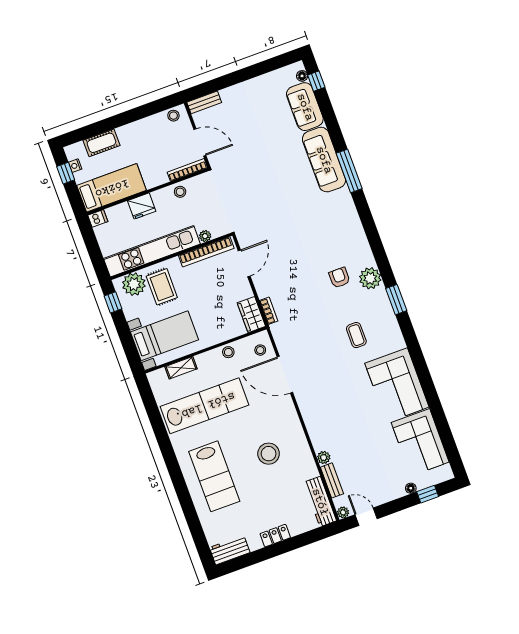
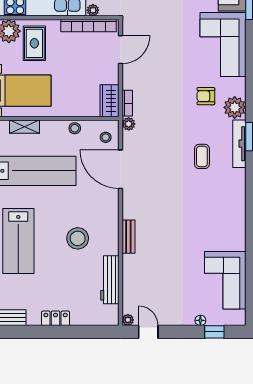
armchair: (339, 278) -> (206, 96), turned -90
tv unit: (387, 310) -> (239, 144), added
corner sofa: (397, 385) -> (223, 44), moved
plant: (324, 458) -> (129, 124), moved
bench: (332, 480) -> (128, 237), moved
workbench: (320, 502) -> (110, 280), moved

